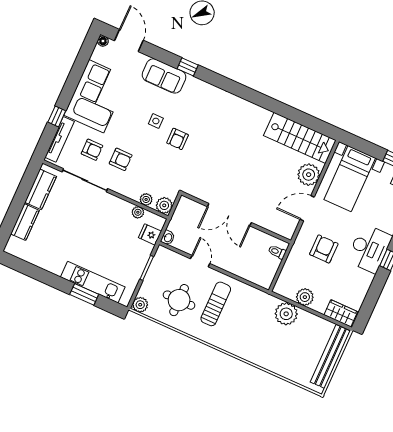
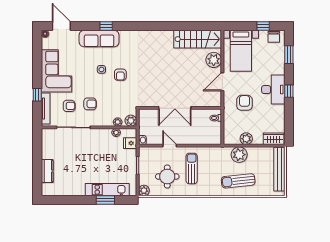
sofa: (164, 76) -> (99, 39), width x1.36
kitchen counter: (41, 189) -> (48, 146), removed
sun lounger: (270, 348) -> (238, 181), added

